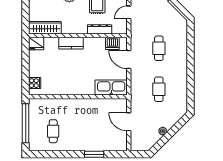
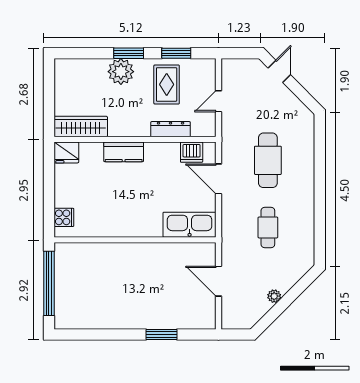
cafe table: (159, 48) -> (268, 160), width x1.37, depth x1.35
cafe table: (53, 131) -> (94, 296), removed

